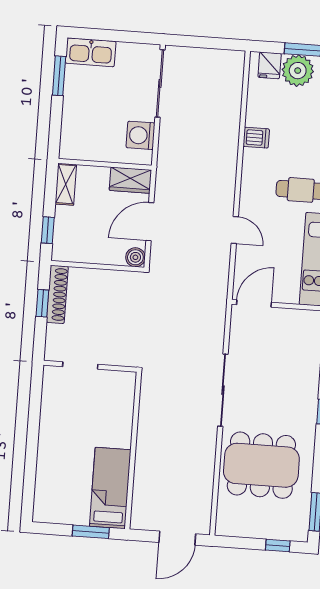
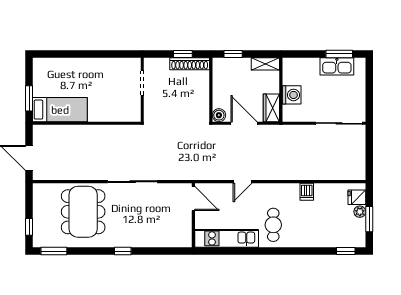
kitchen sink: (91, 52) -> (337, 66), moved, turned -90
plant: (298, 71) -> (360, 212), width x0.53, depth x0.53
washing machine: (141, 135) -> (292, 95), moved, turned 90

